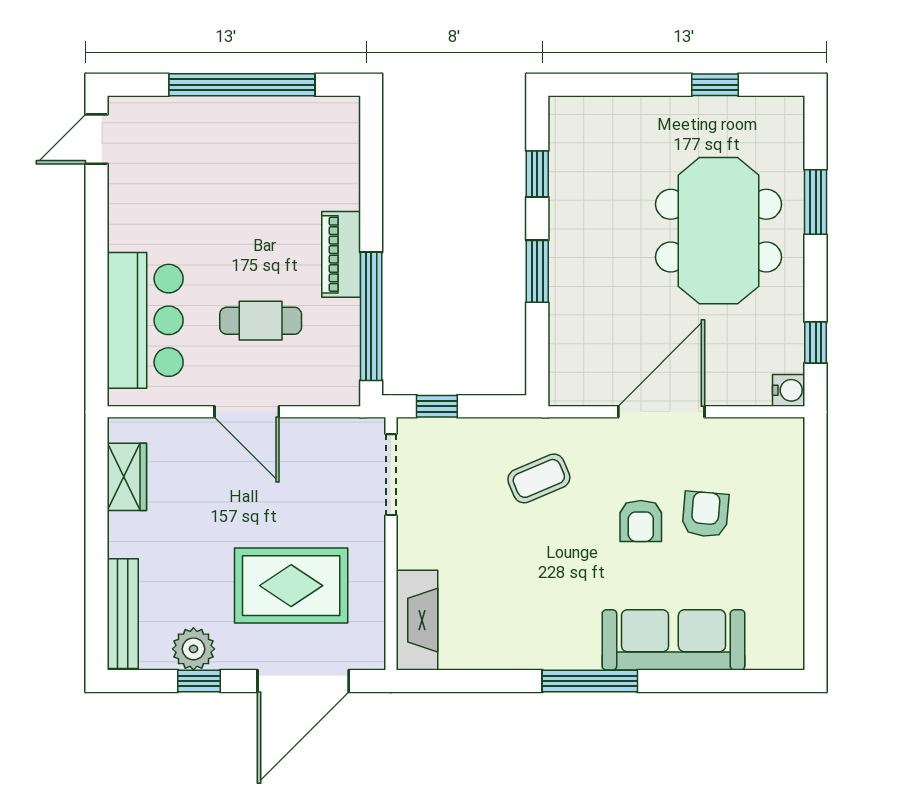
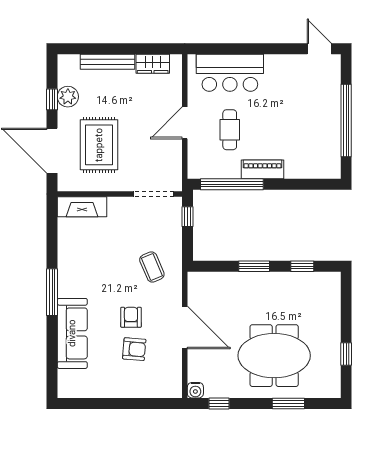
armchair: (641, 521) -> (131, 317), turned 90
bench: (123, 614) -> (108, 62), moved

